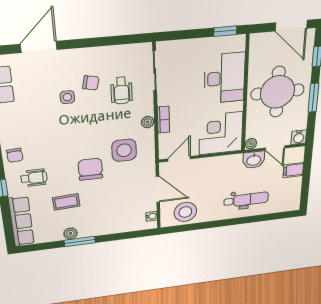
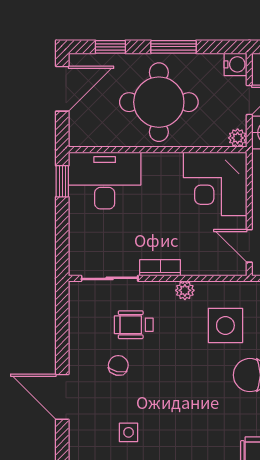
door: (39, 47) -> (62, 397), moved
desk: (225, 78) -> (105, 181), moved
wheelchair: (122, 91) -> (134, 325), turned 180
side table: (67, 97) -> (129, 432), moved
bookcase: (163, 120) -> (160, 268), moved

